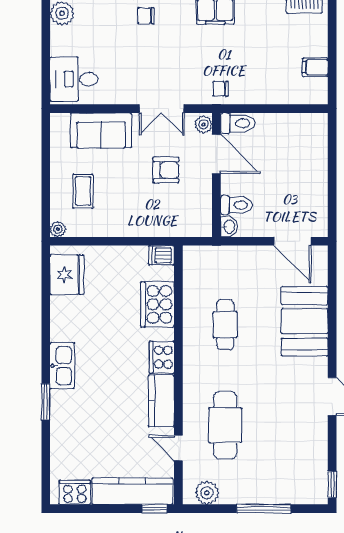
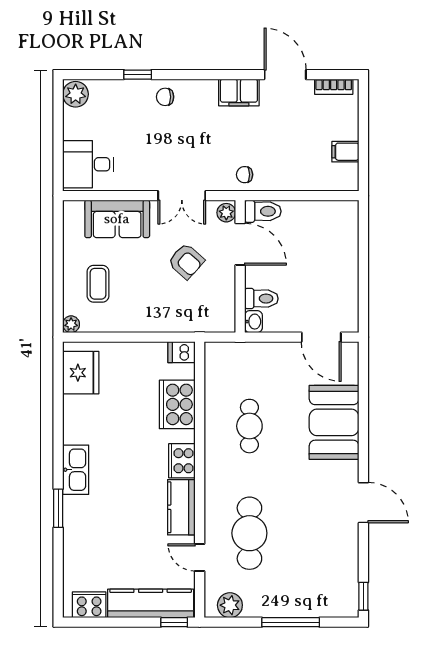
armchair: (166, 170) -> (186, 261), turned 42

